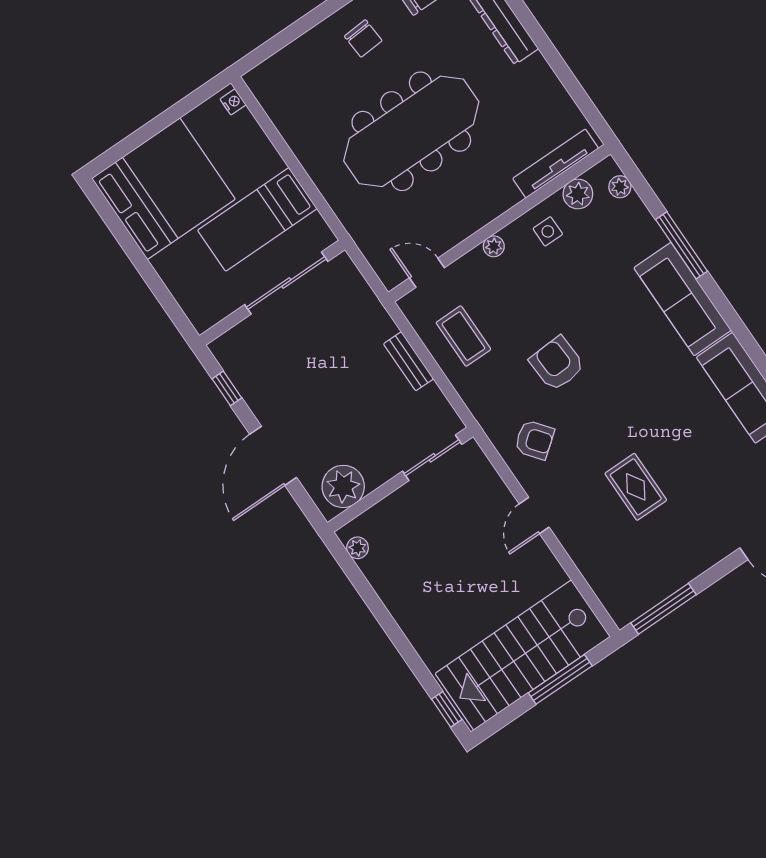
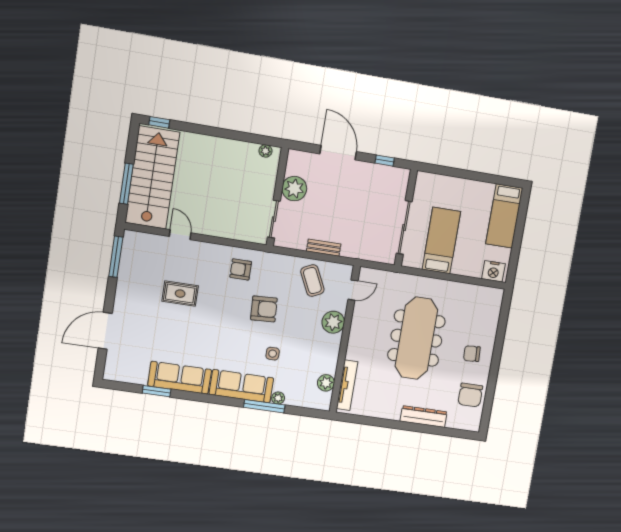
nightstand: (233, 102) -> (493, 271), width x1.89, depth x1.79
plant: (620, 187) -> (278, 398), moved
bed: (163, 189) -> (504, 216), width x0.49
side table: (548, 231) -> (273, 354), moved
plant: (494, 246) -> (333, 322), width x1.87, depth x1.87
coffee table: (463, 336) -> (312, 281), turned 64
armchair: (534, 440) -> (241, 269), turned 38
plant: (343, 486) -> (294, 189), moved
door: (534, 516) -> (180, 235), moved

